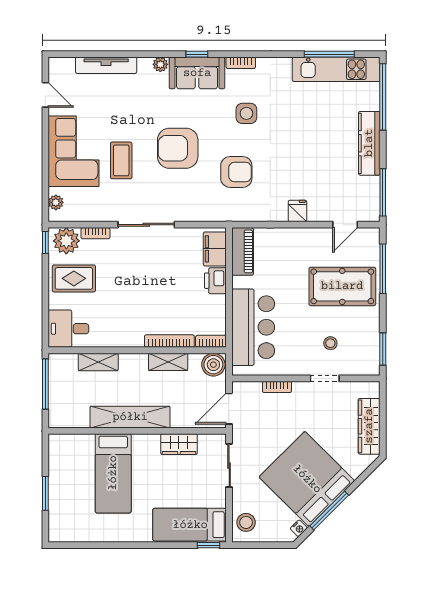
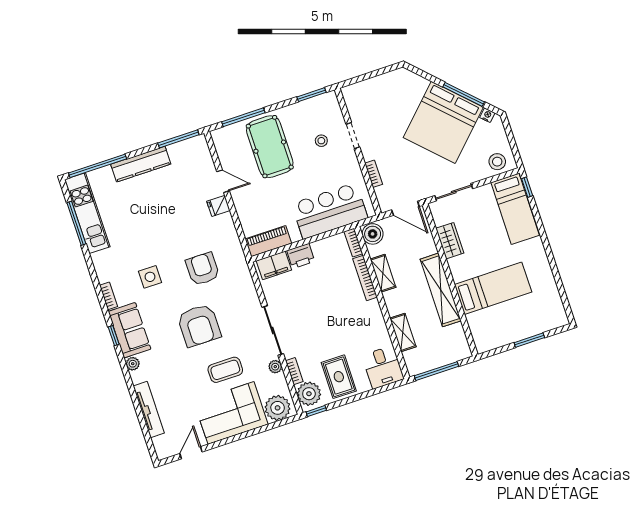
plant: (56, 202) -> (278, 408), width x1.87, depth x1.87
plant: (107, 215) -> (275, 367), added
door: (345, 225) -> (223, 181), moved
wardrobe: (369, 426) -> (381, 84), removed

